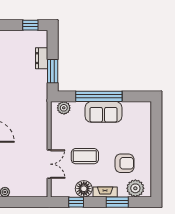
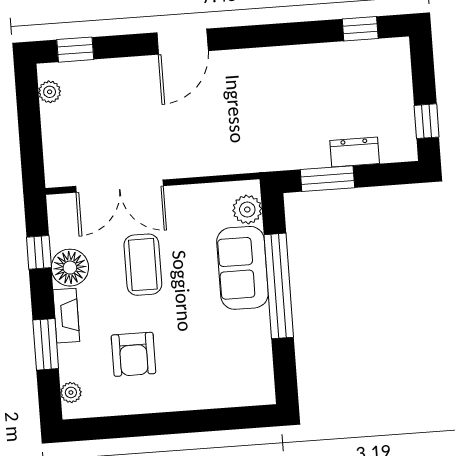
sofa: (103, 112) -> (242, 268), moved
double door: (49, 164) -> (119, 186), width x1.37
plant: (135, 188) -> (71, 392), width x0.53, depth x0.53

